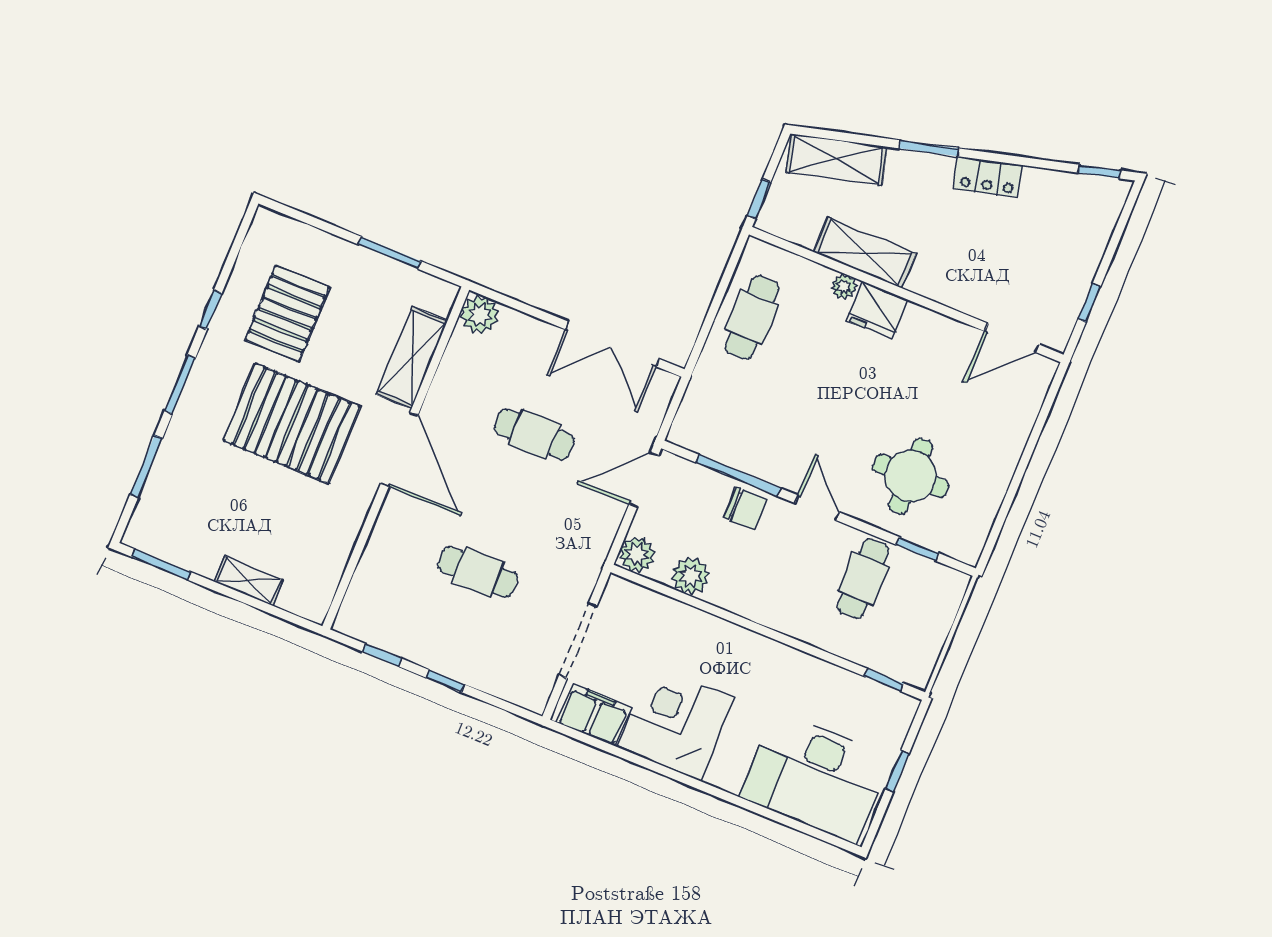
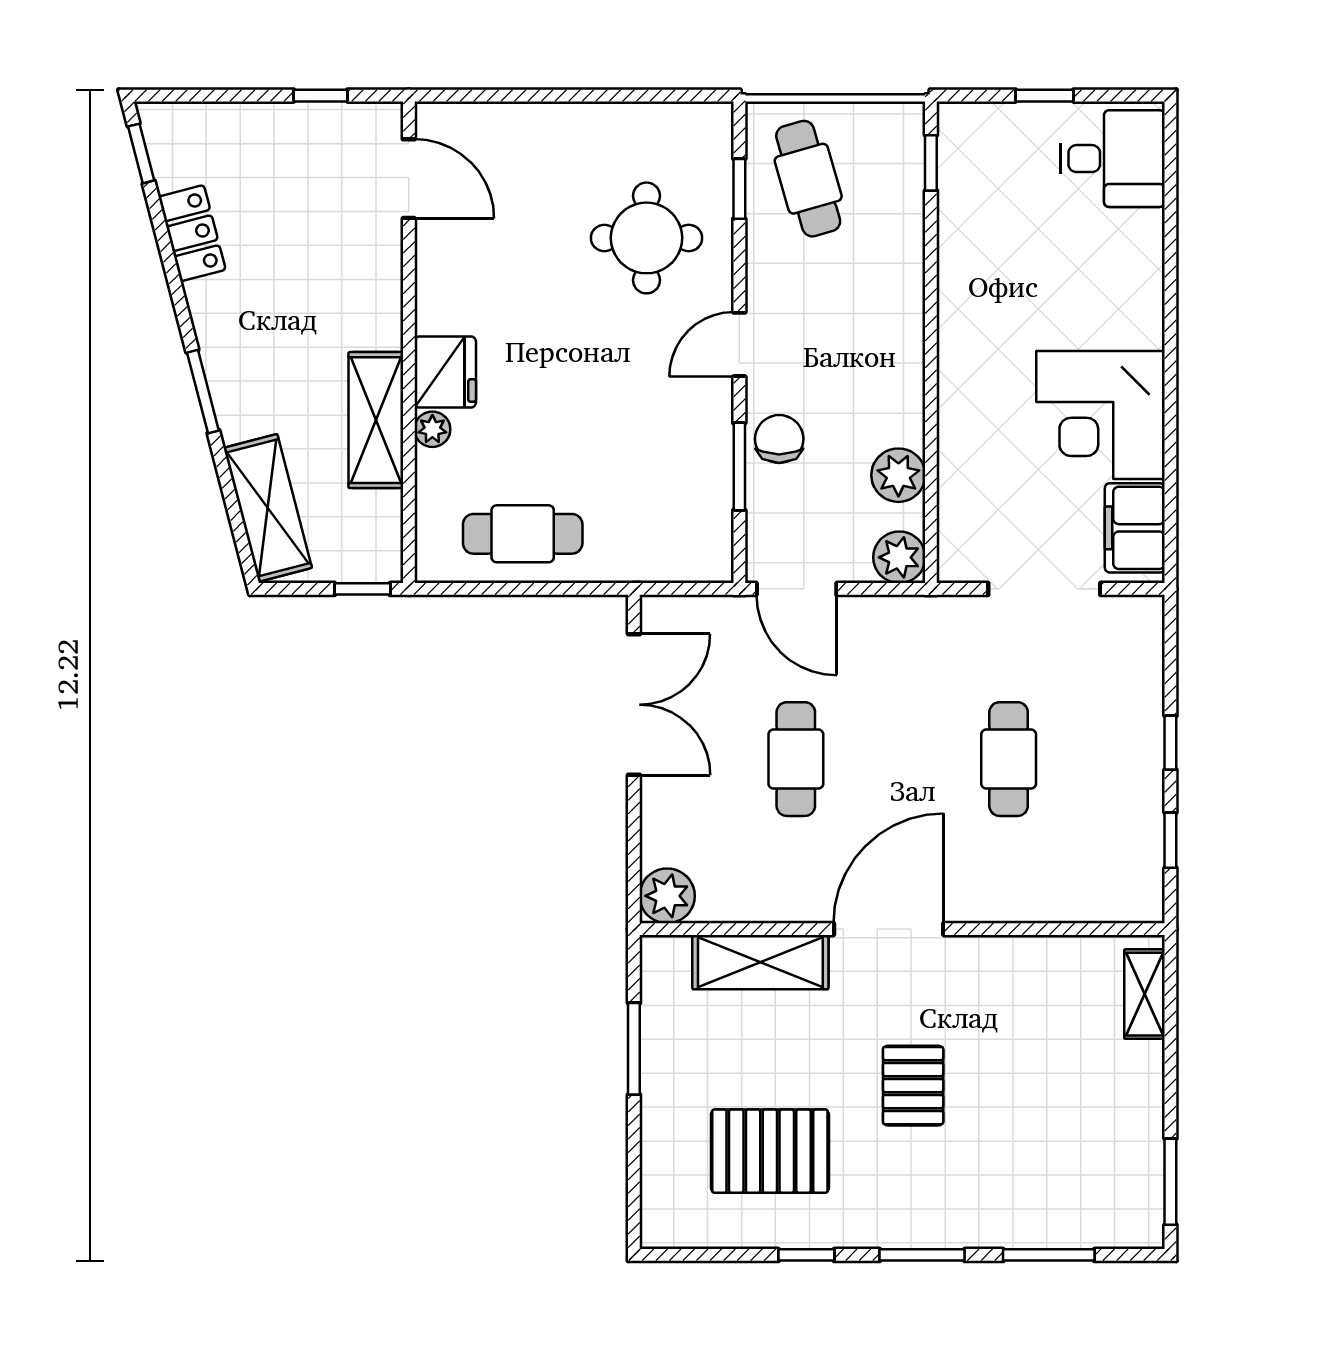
locker: (988, 177) -> (192, 233), moved
pallet: (292, 424) -> (913, 1086), width x0.49, depth x0.50
window: (738, 475) -> (739, 467), width x0.69
cafe table: (863, 579) -> (808, 179), moved, turned 74
shelving: (249, 581) -> (1145, 994), moved
desk: (815, 777) -> (1112, 159), width x0.53, depth x0.77

